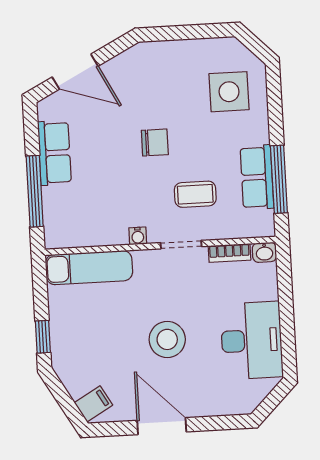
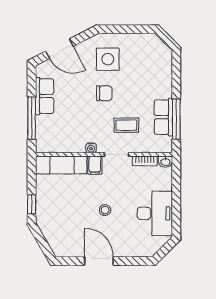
side table: (229, 92) -> (108, 59), moved
stool: (167, 339) -> (105, 210), width x0.53, depth x0.53
filing cabinet: (93, 404) -> (95, 165), moved, turned 120

